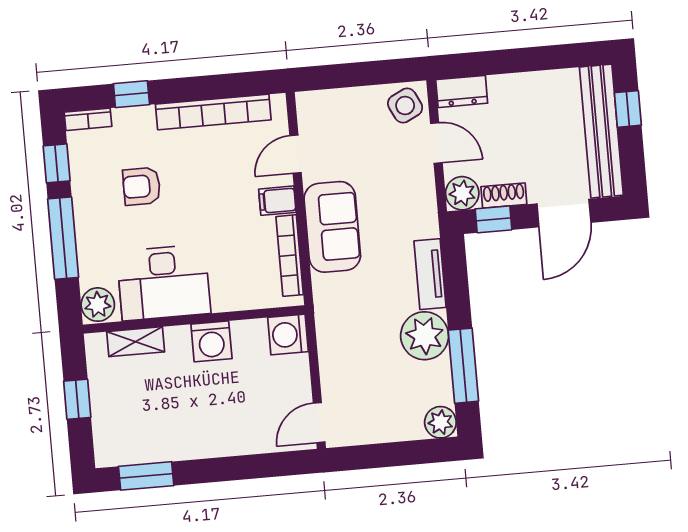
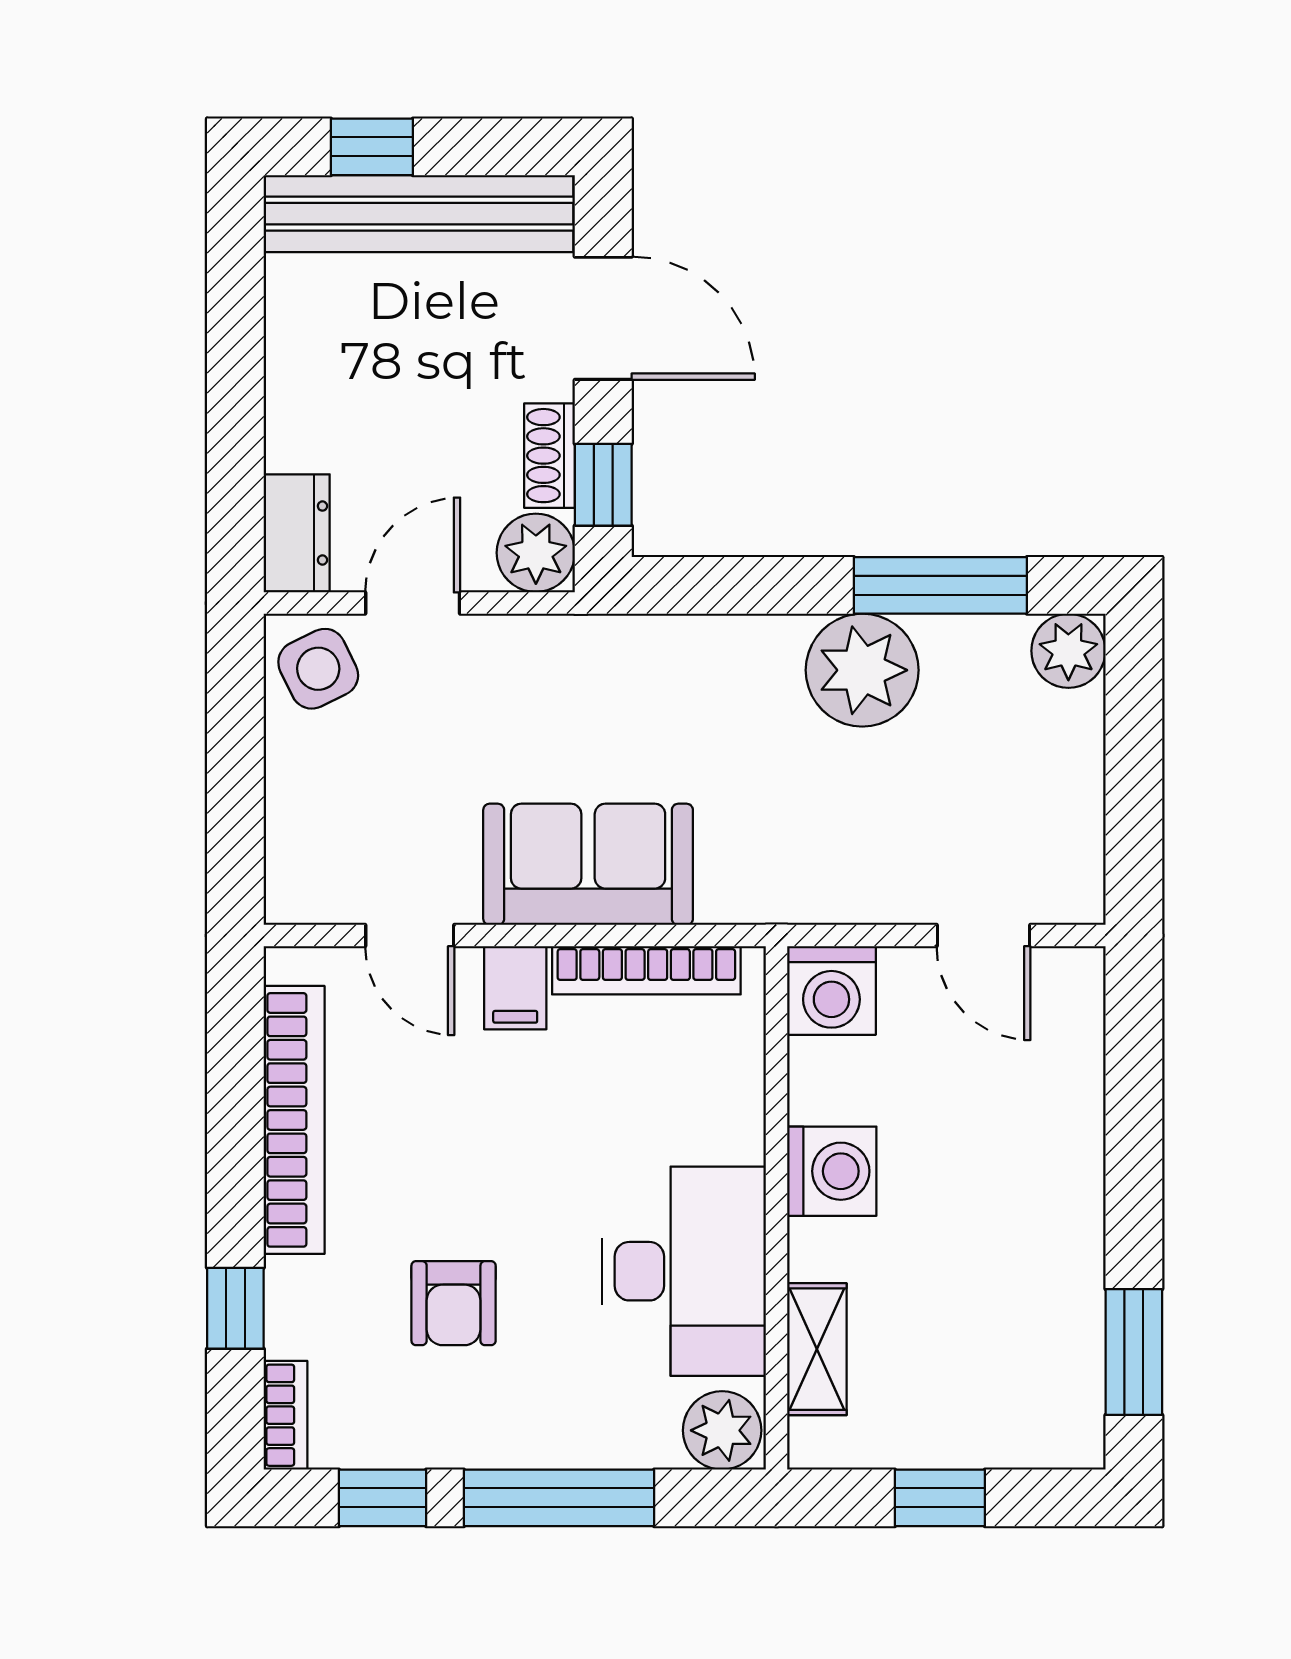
tv unit: (430, 274) -> (719, 645), removed
door: (319, 423) -> (984, 936), moved

